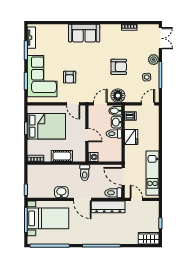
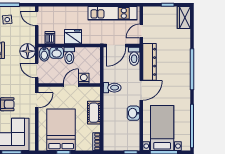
washing machine: (93, 157) -> (84, 78), moved

